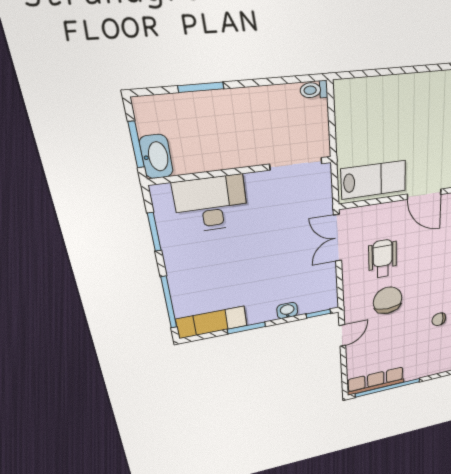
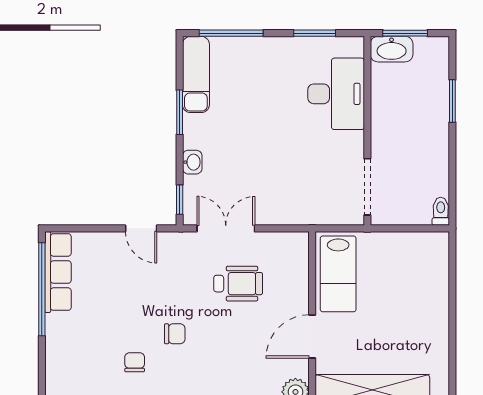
double door: (338, 238) -> (226, 228), moved
chair: (388, 300) -> (175, 334), moved, width x0.54, depth x0.54

